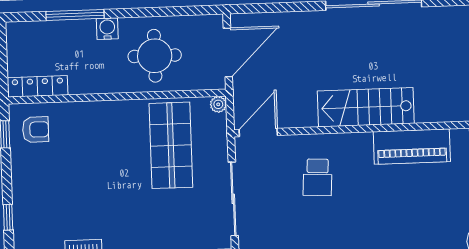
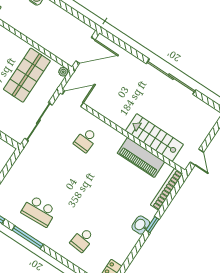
round table: (155, 56) -> (50, 27), removed
stairs: (366, 107) -> (154, 138), moved

